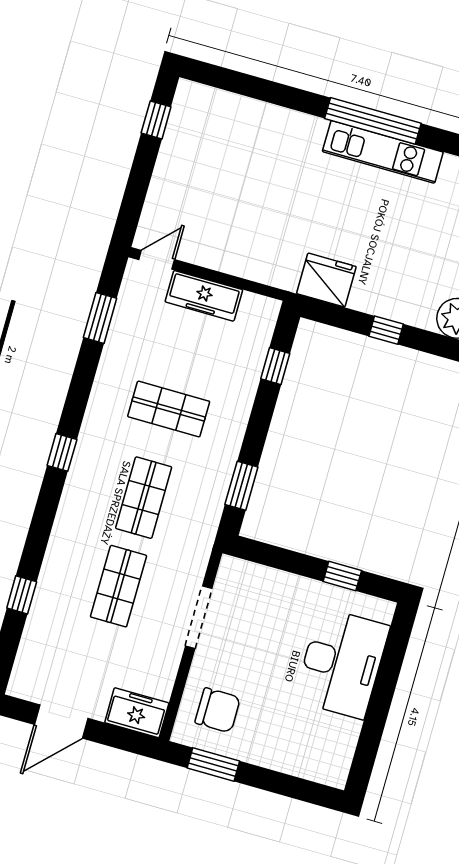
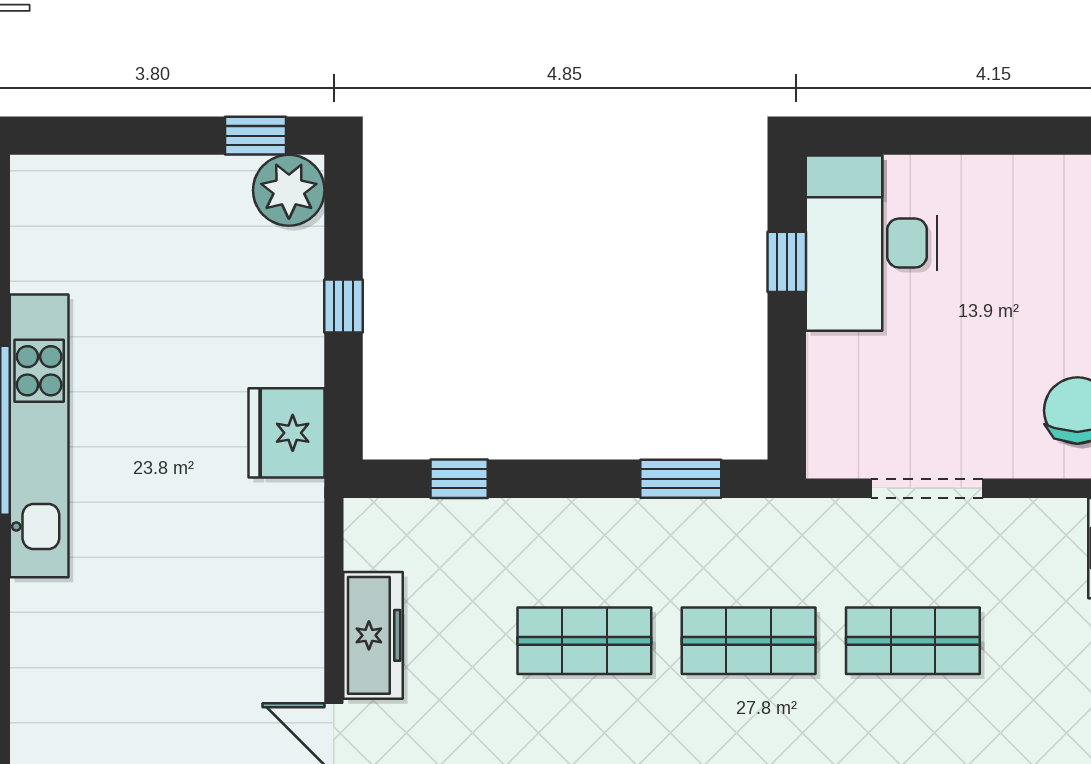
kitchen unit: (383, 152) -> (39, 436), width x1.36
shop shelf: (169, 409) -> (584, 641), turned 90
desk: (342, 663) -> (872, 243), moved, turned -90

